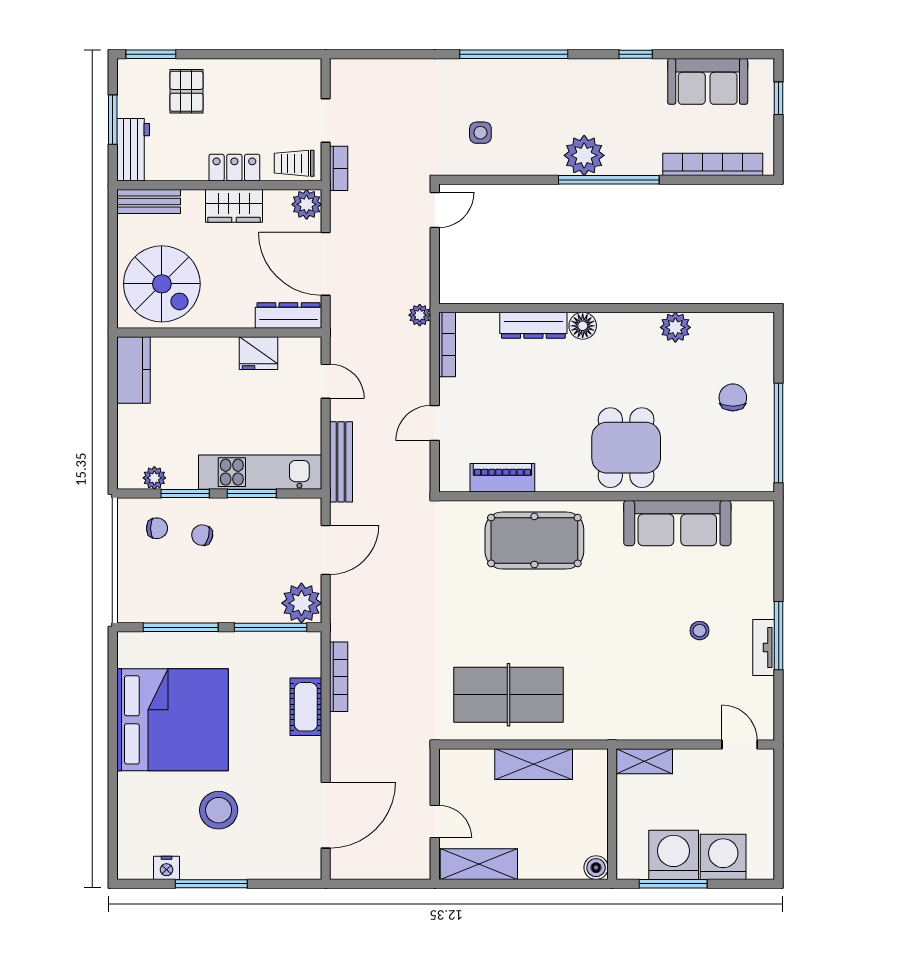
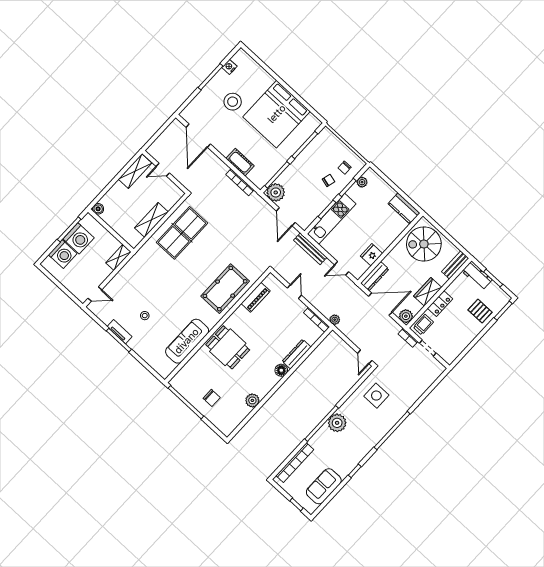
side table: (480, 133) -> (376, 396), width x1.87, depth x1.87

